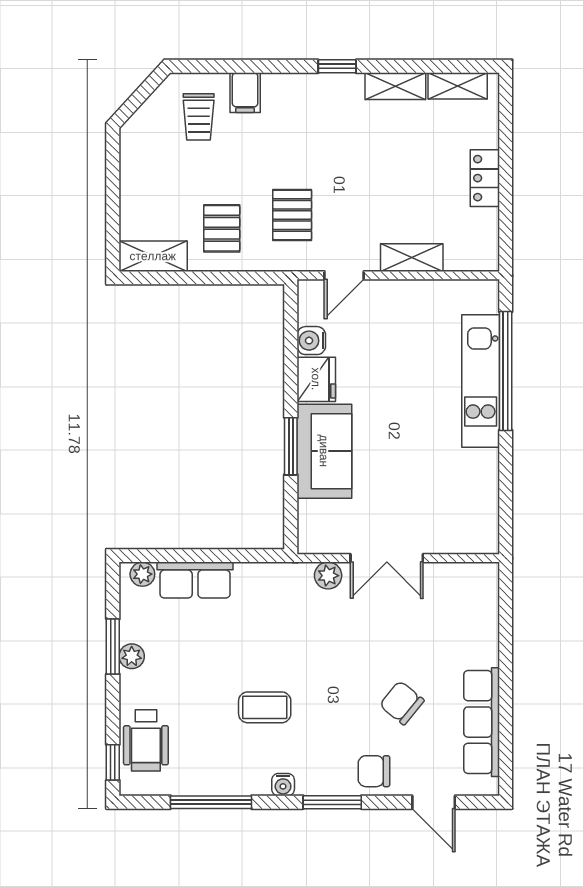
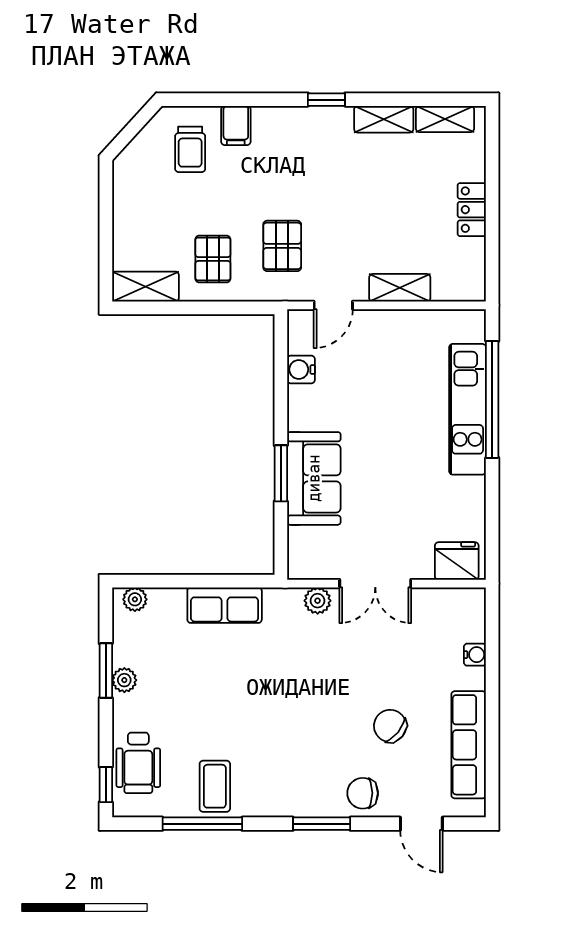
fridge: (316, 379) -> (457, 561), moved, turned -90
row of seats: (195, 580) -> (225, 605), moved
coffee table: (265, 707) -> (215, 786), moved, turned 90
water cooler: (283, 785) -> (475, 655), moved, turned -90

